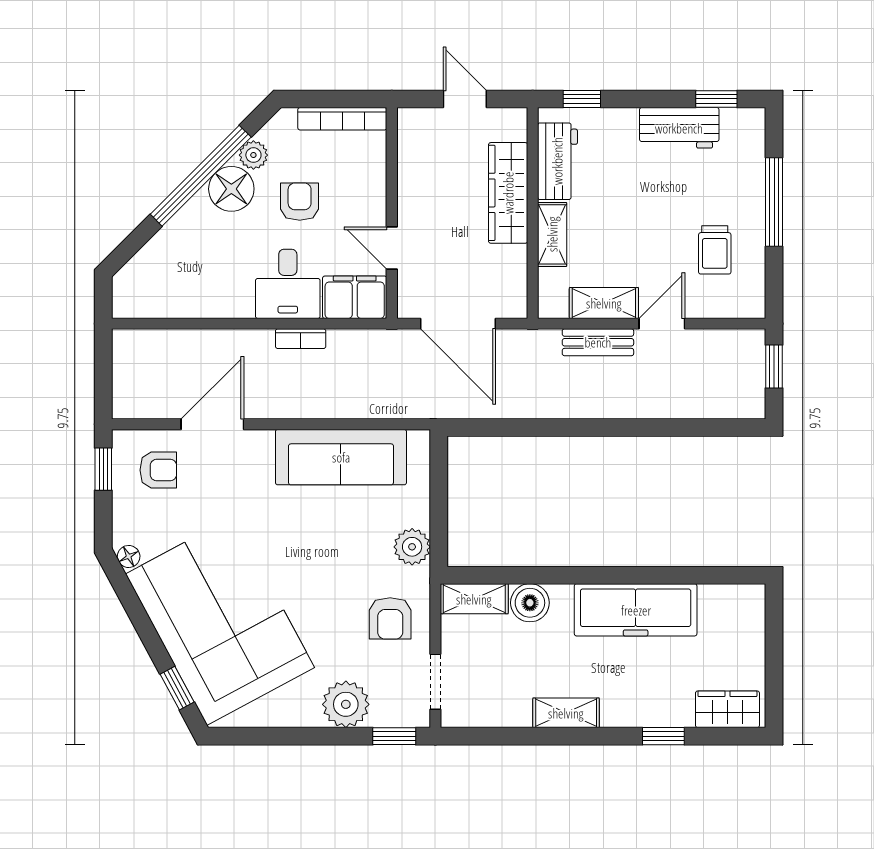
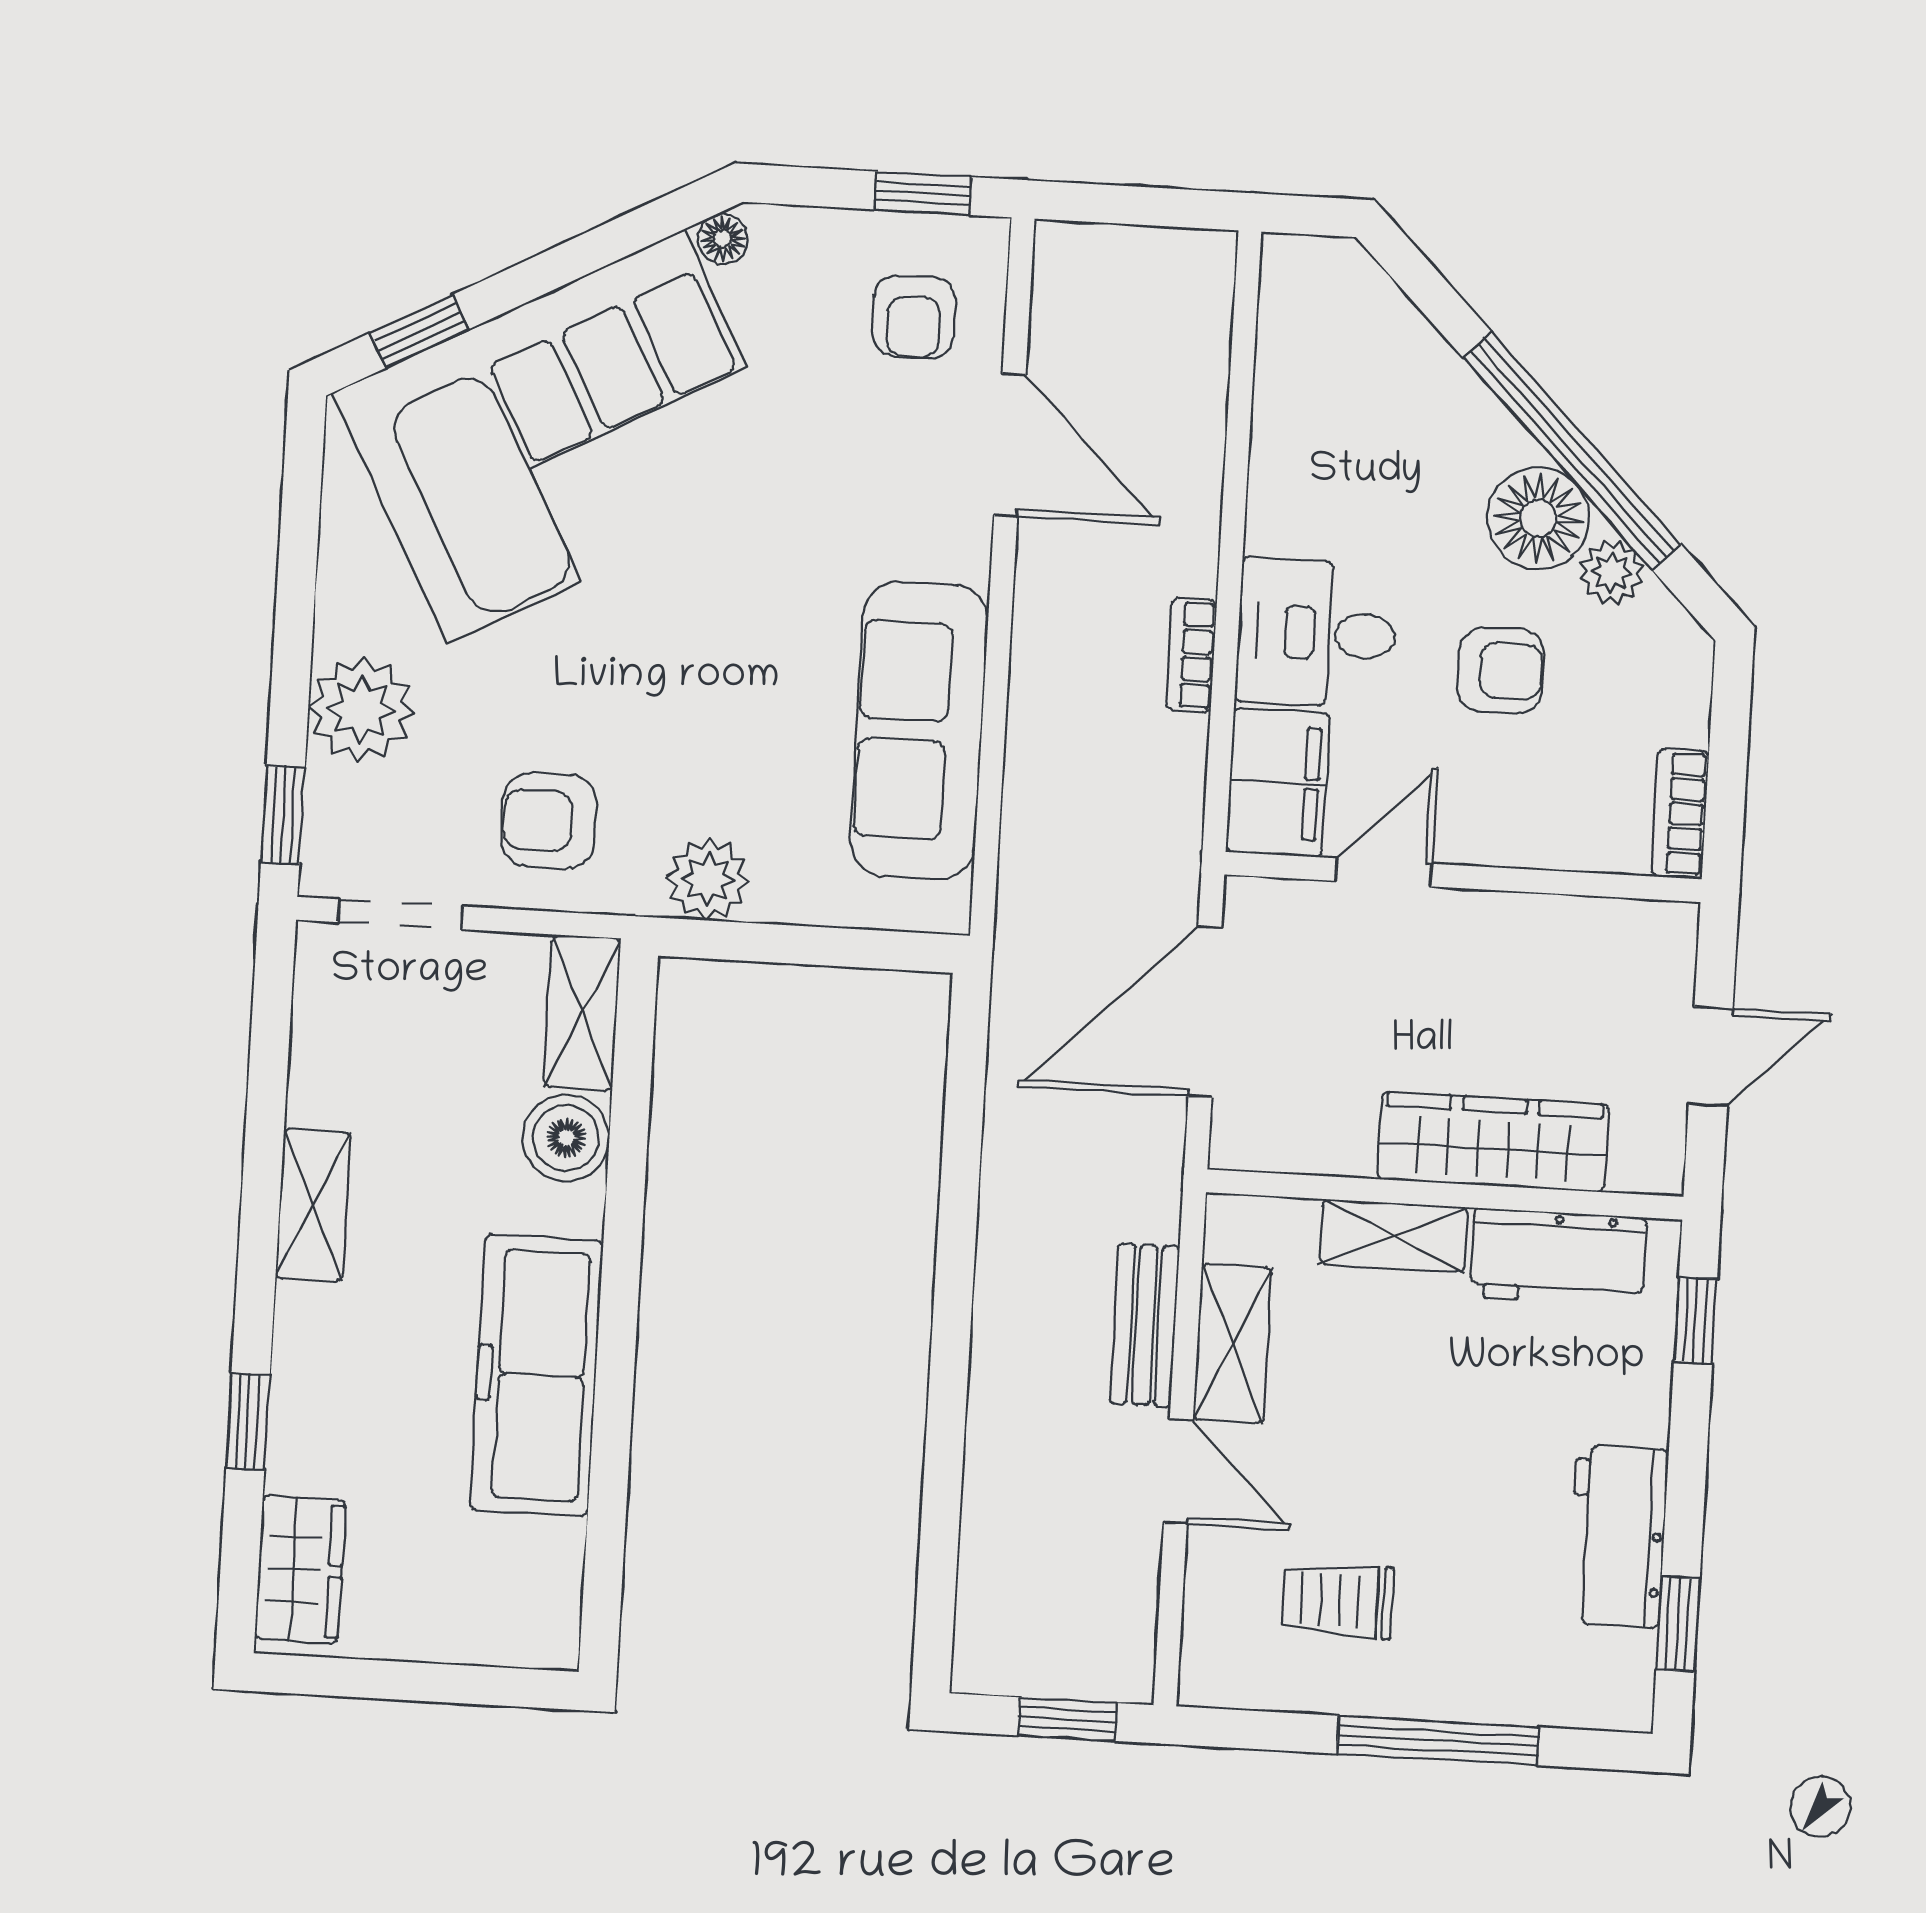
bookcase: (342, 119) -> (1680, 814), width x0.64

